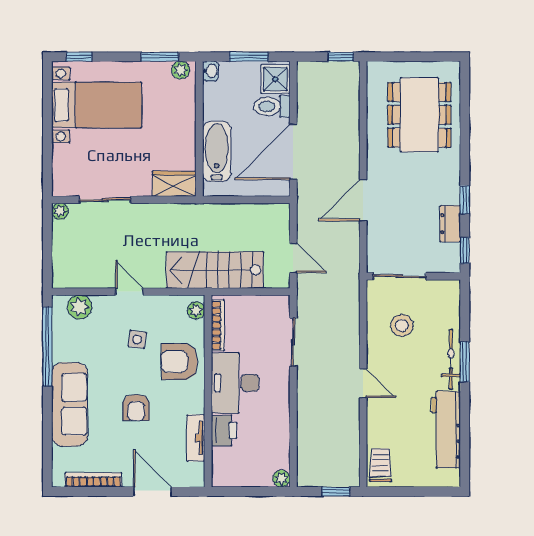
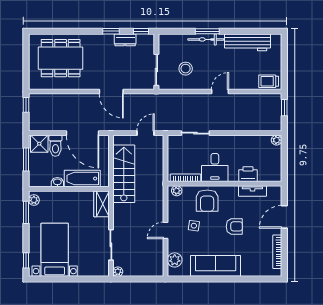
washbasin: (211, 71) -> (57, 182), moved
stairs: (215, 270) -> (124, 174), moved, turned 180
window: (47, 347) -> (198, 279), removed
desk: (235, 383) -> (215, 168), width x0.73
sofa: (70, 404) -> (216, 266), moved

